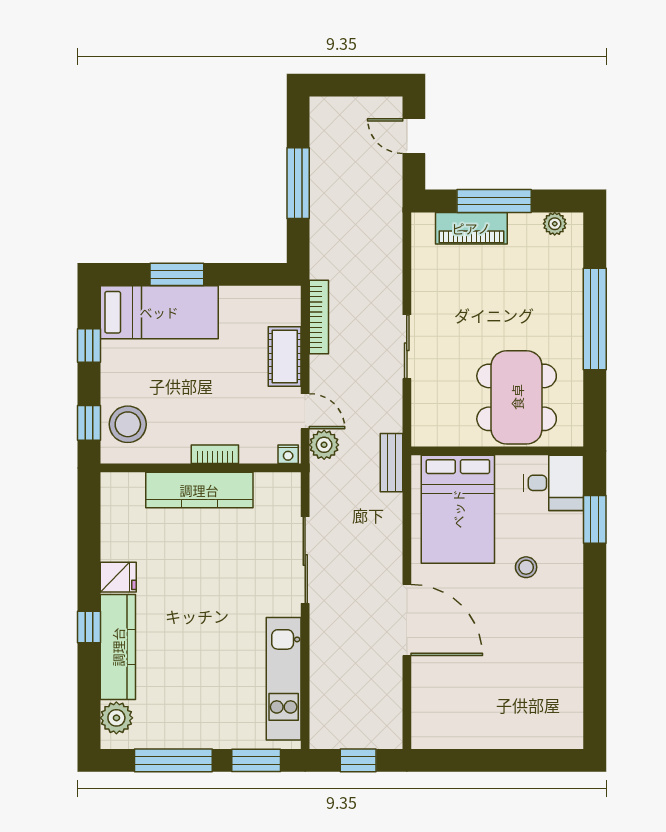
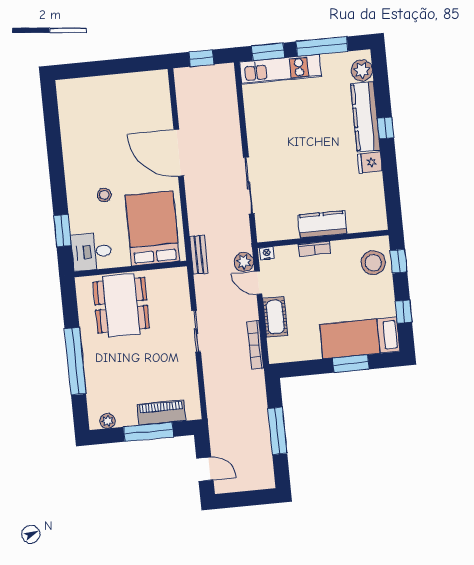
kitchen counter: (199, 490) -> (322, 224), width x0.67
kitchen unit: (284, 679) -> (281, 69), moved, turned 90

